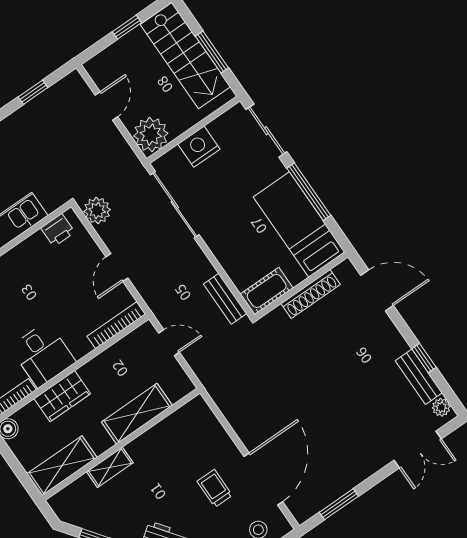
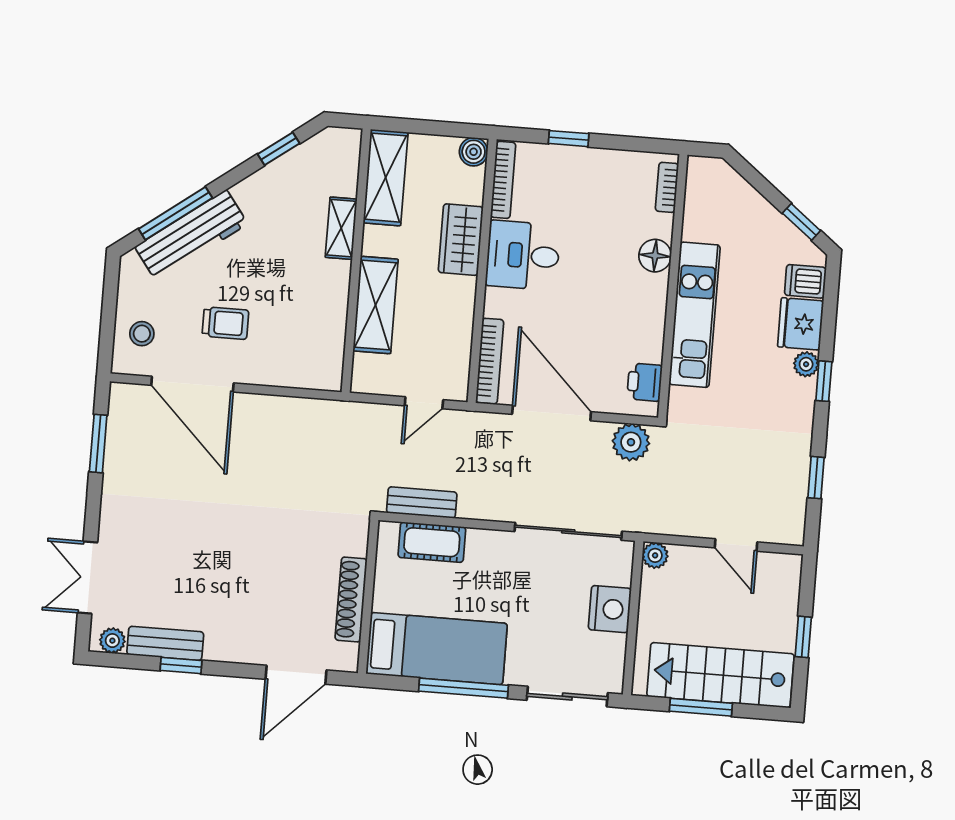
plant: (151, 135) -> (655, 555), width x0.53, depth x0.53
door: (117, 268) -> (552, 413), width x1.87
cot: (267, 291) -> (432, 542), moved, turned 90

